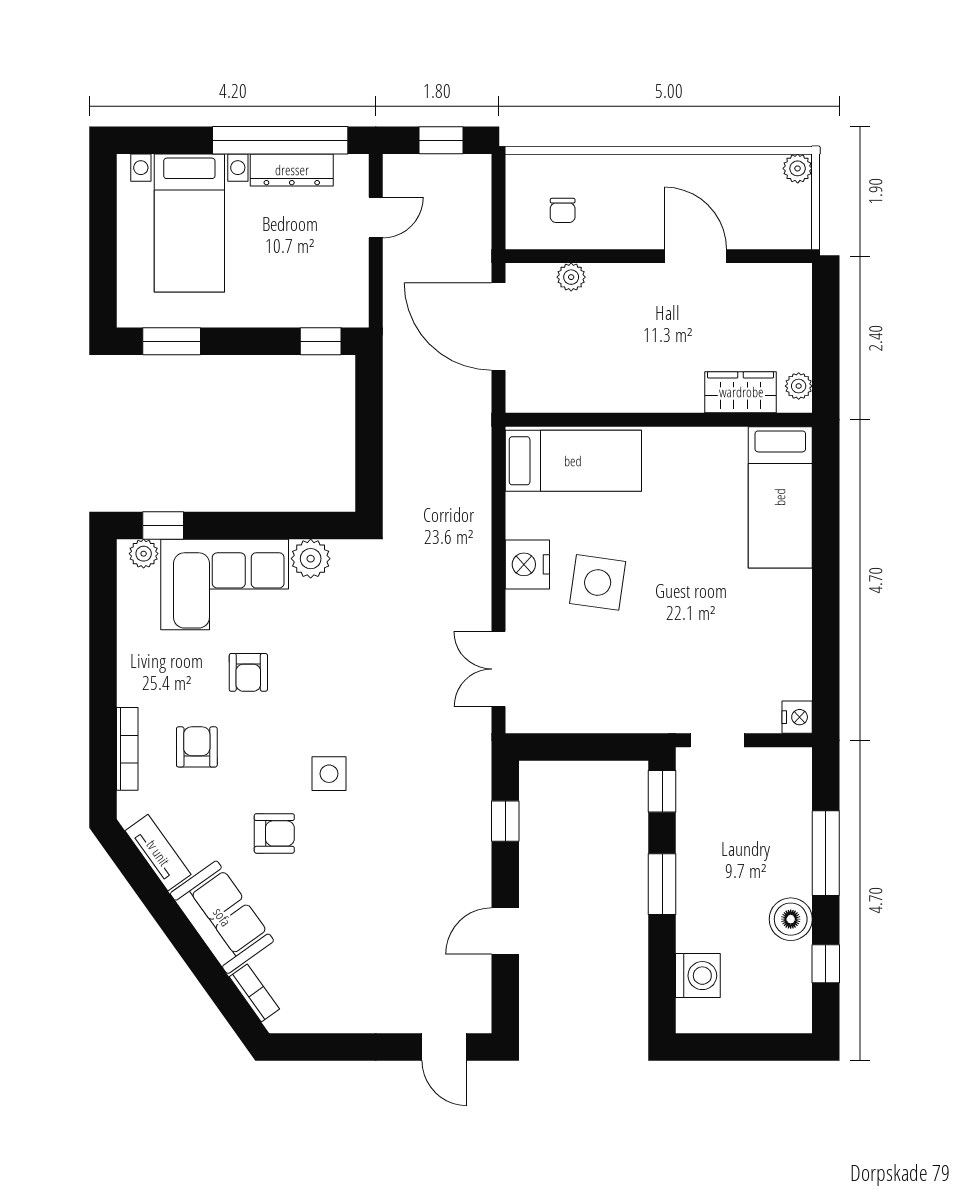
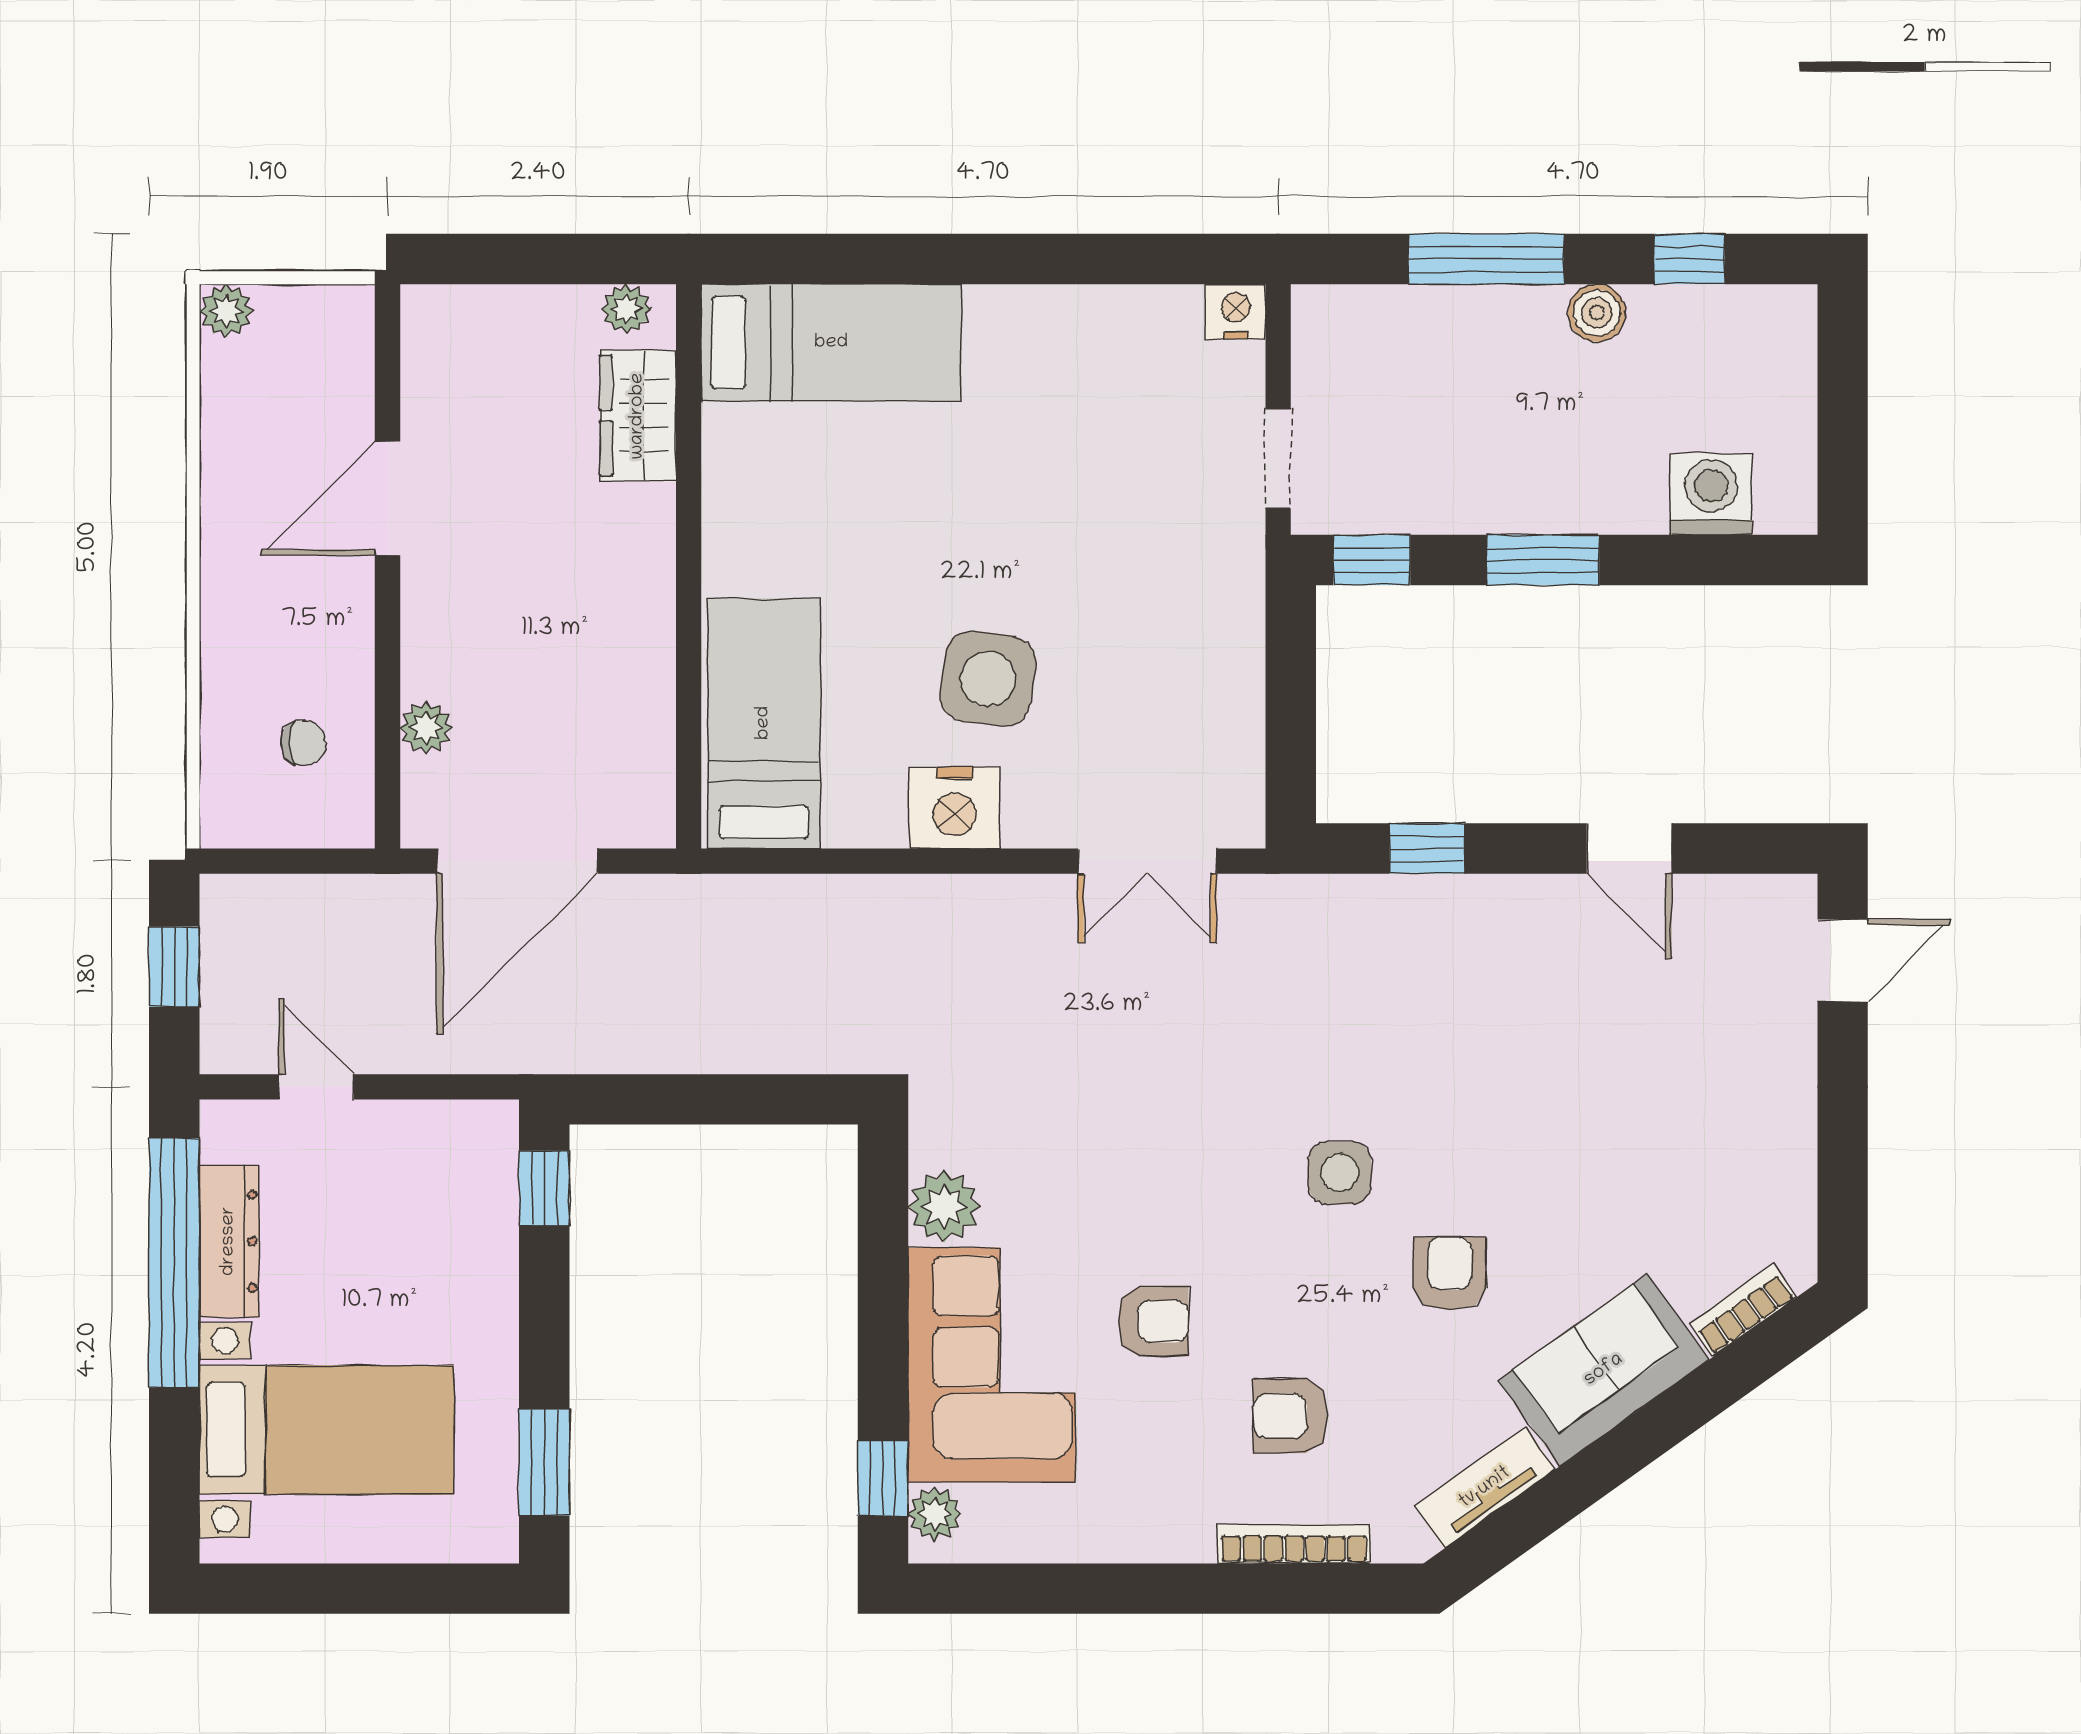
boiler: (791, 919) -> (1597, 313), width x0.73, depth x0.73

